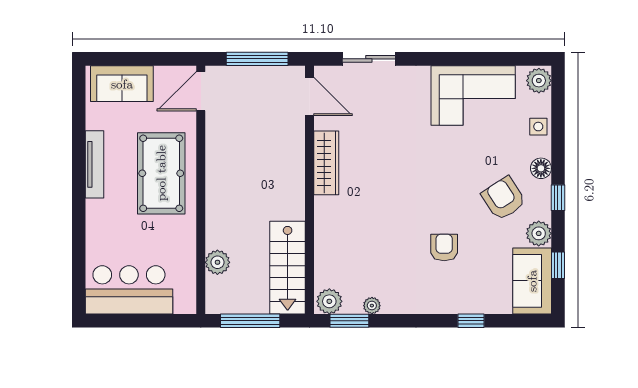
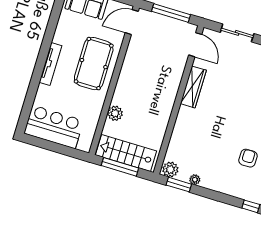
tv unit: (95, 164) -> (50, 64), moved
plant: (217, 262) -> (115, 113), moved
stairs: (288, 268) -> (126, 153), moved, turned 90

